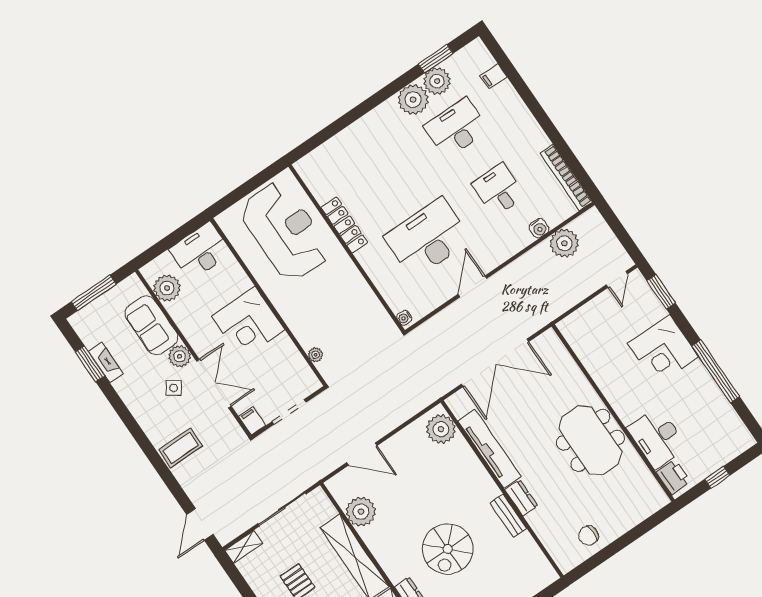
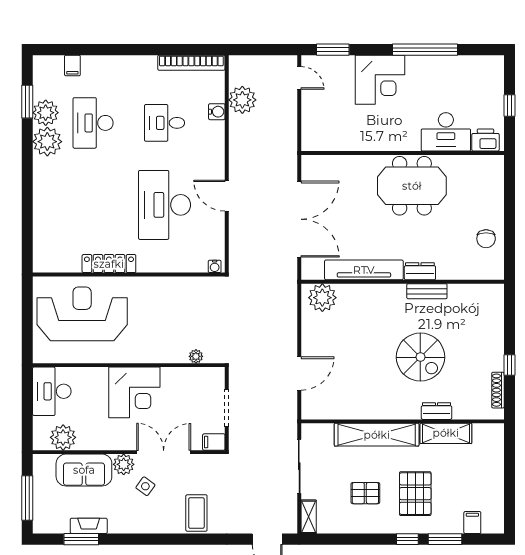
plant: (361, 512) -> (344, 405), removed

